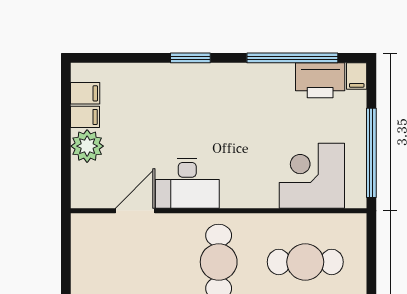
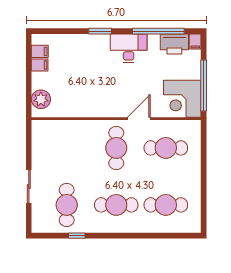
plant: (87, 146) -> (41, 99), moved
corner desk: (312, 176) -> (182, 99), moved, turned -90
desk: (187, 183) -> (129, 48), moved, turned 180
door: (135, 211) -> (139, 119), moved

